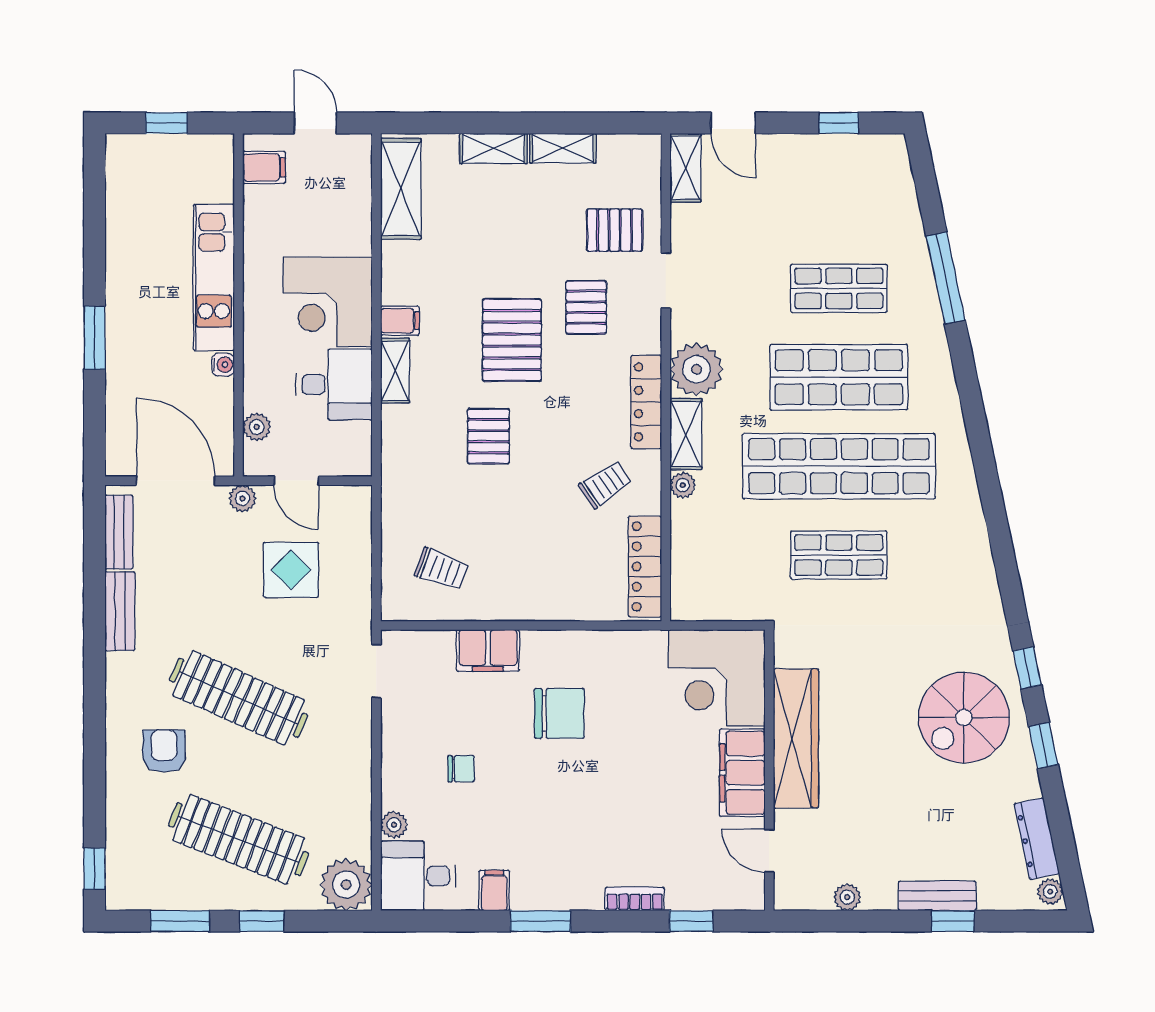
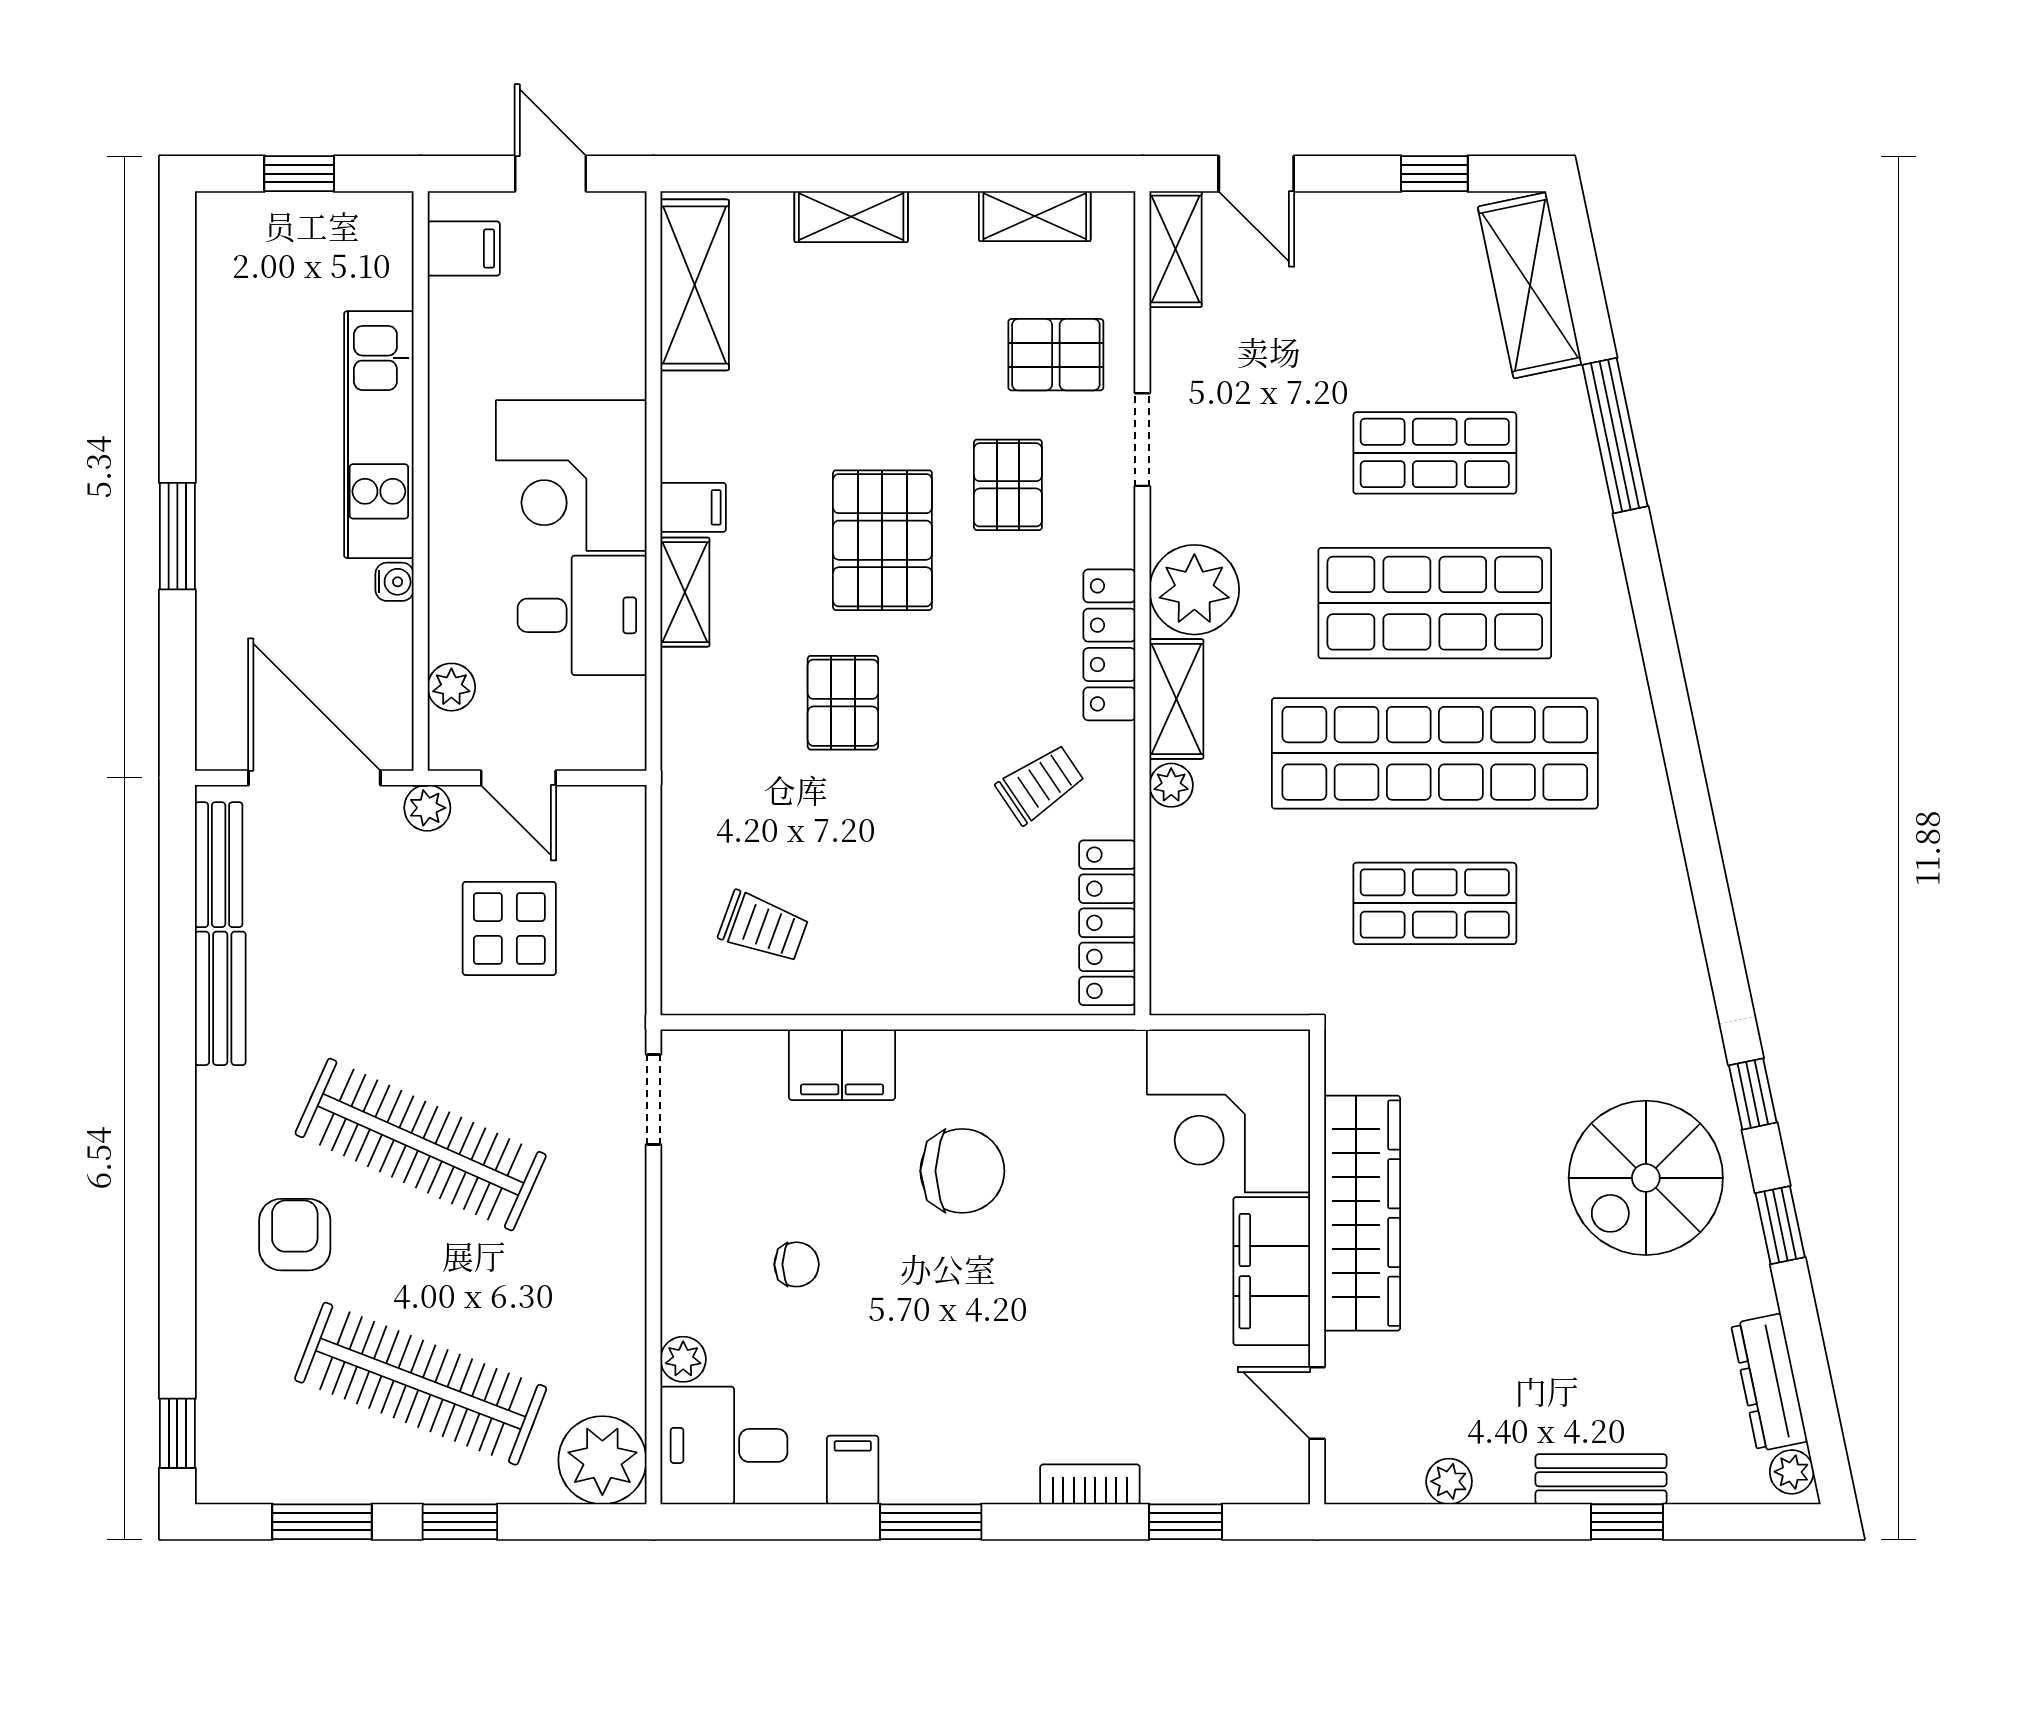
shelving: (563, 148) -> (1035, 216), moved
shelving: (895, 189) -> (1530, 285), added

